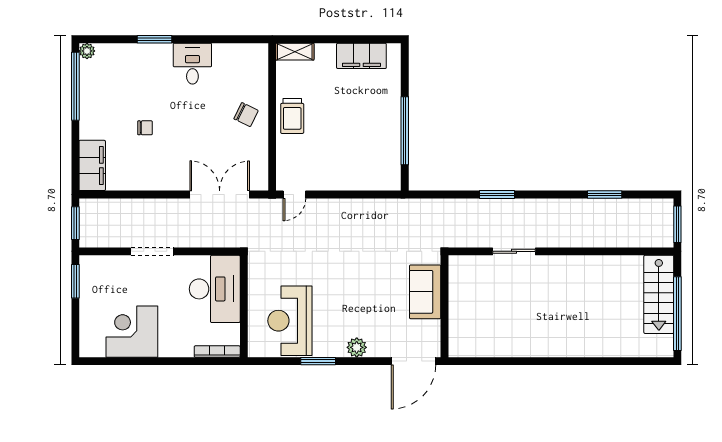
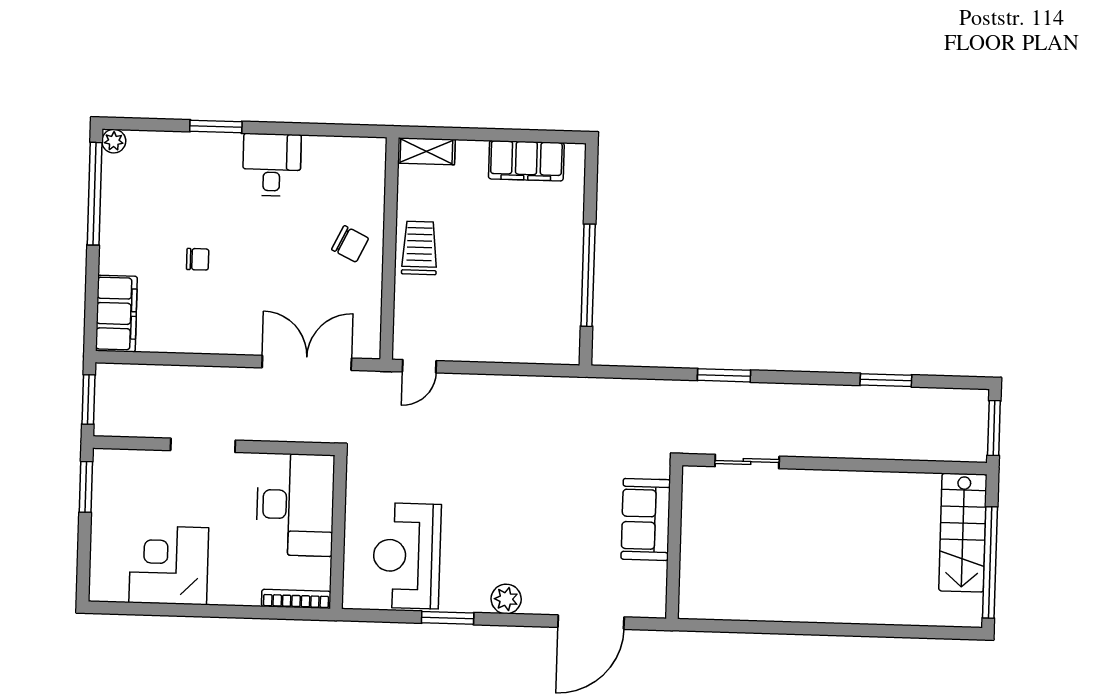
trolley: (292, 116) -> (419, 248), turned 180
sofa: (425, 292) -> (646, 519), moved
wall: (444, 306) -> (674, 542), moved

